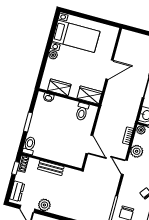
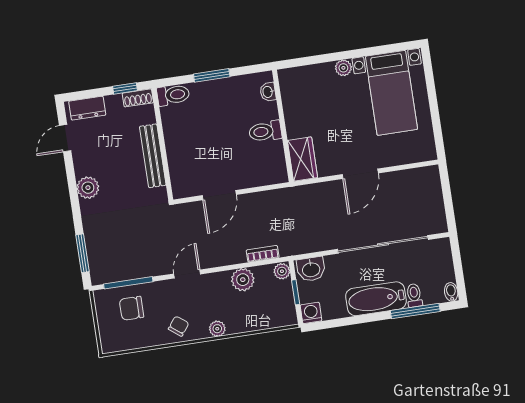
door: (110, 70) -> (360, 174), hinge flipped
wardrobe: (59, 87) -> (293, 102), removed
toilet: (82, 112) -> (265, 131), moved
door: (124, 167) -> (187, 274), moved
bench: (51, 168) -> (153, 156), width x1.36
plant: (44, 205) -> (88, 188), moved

